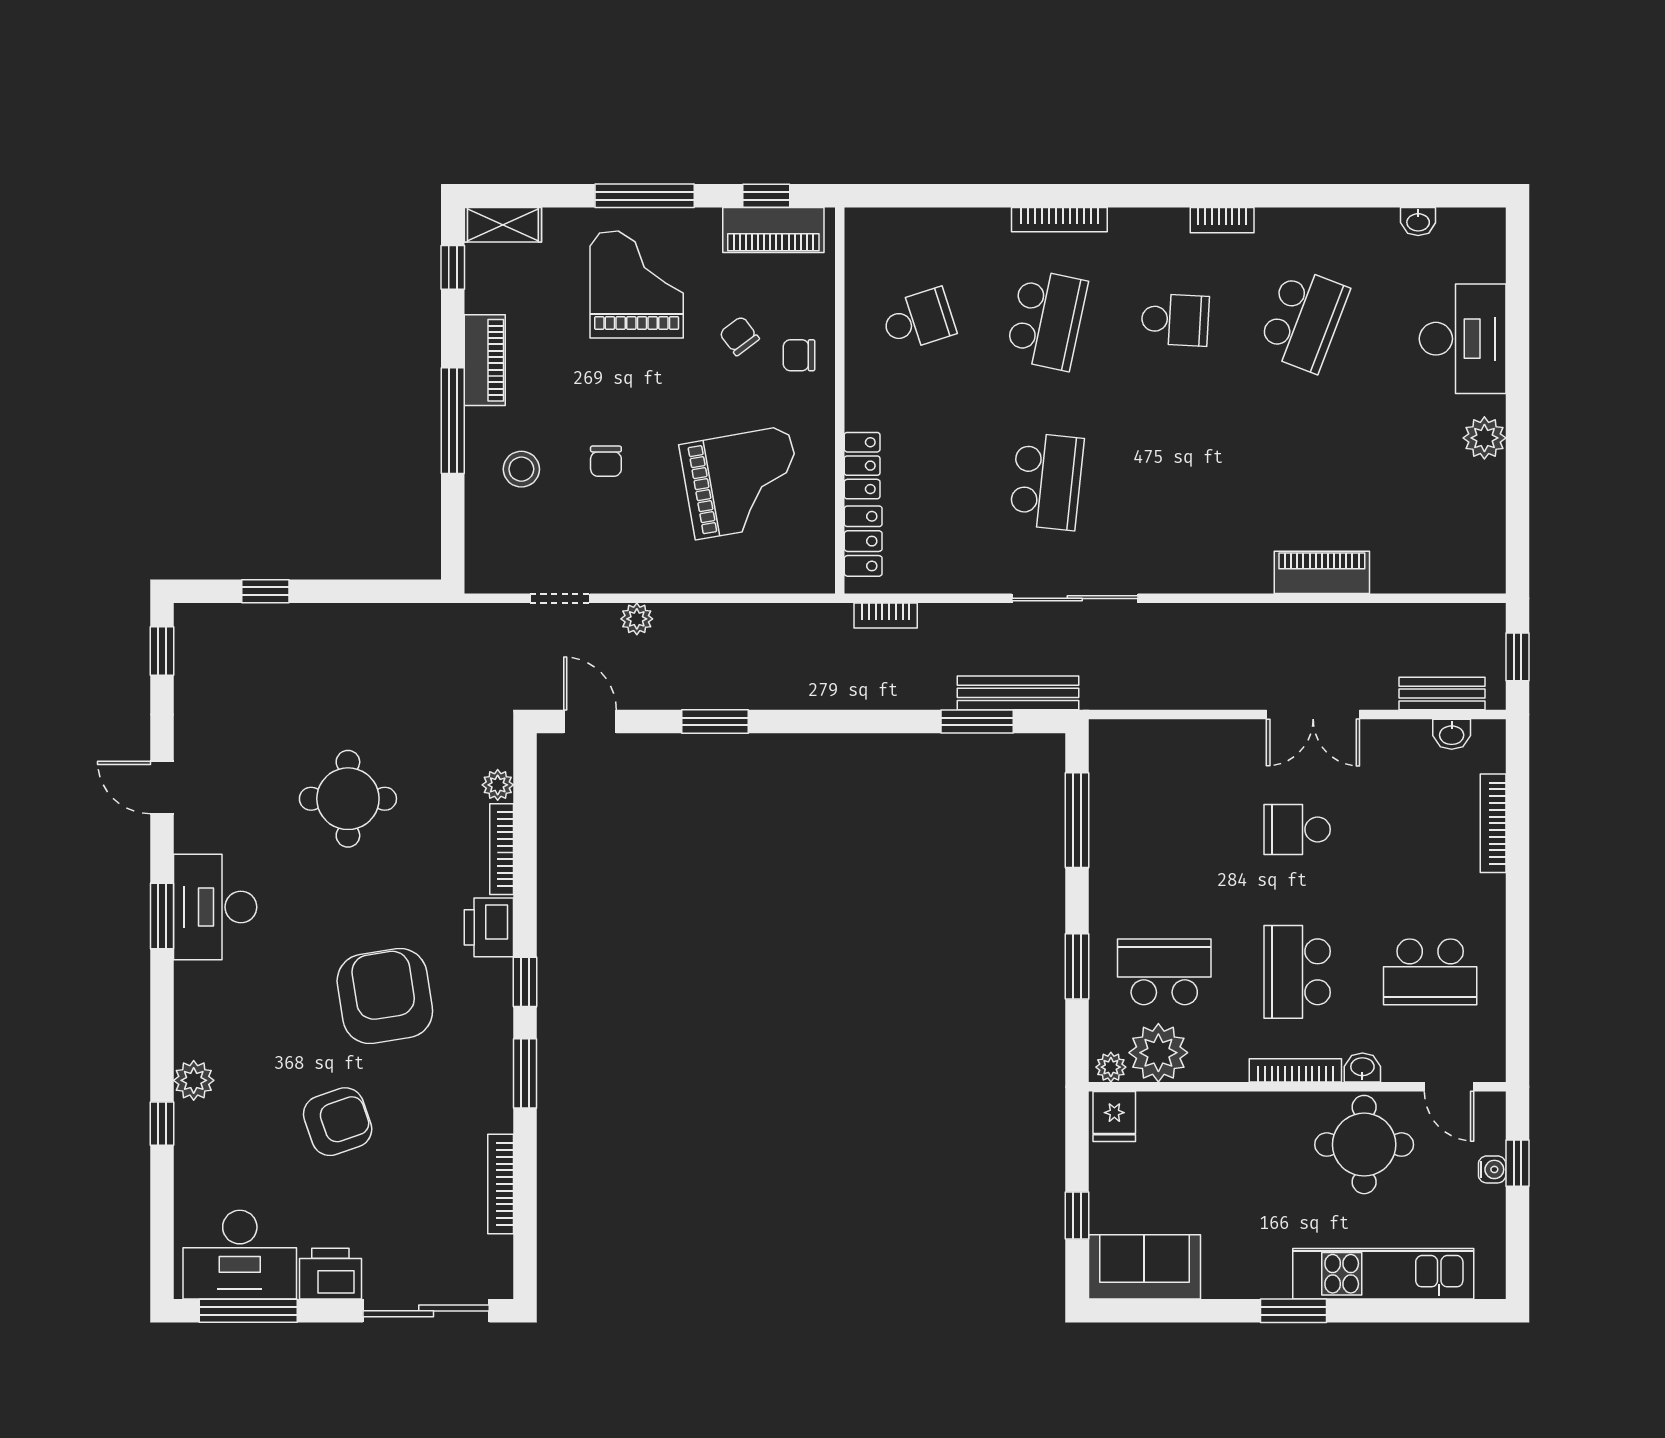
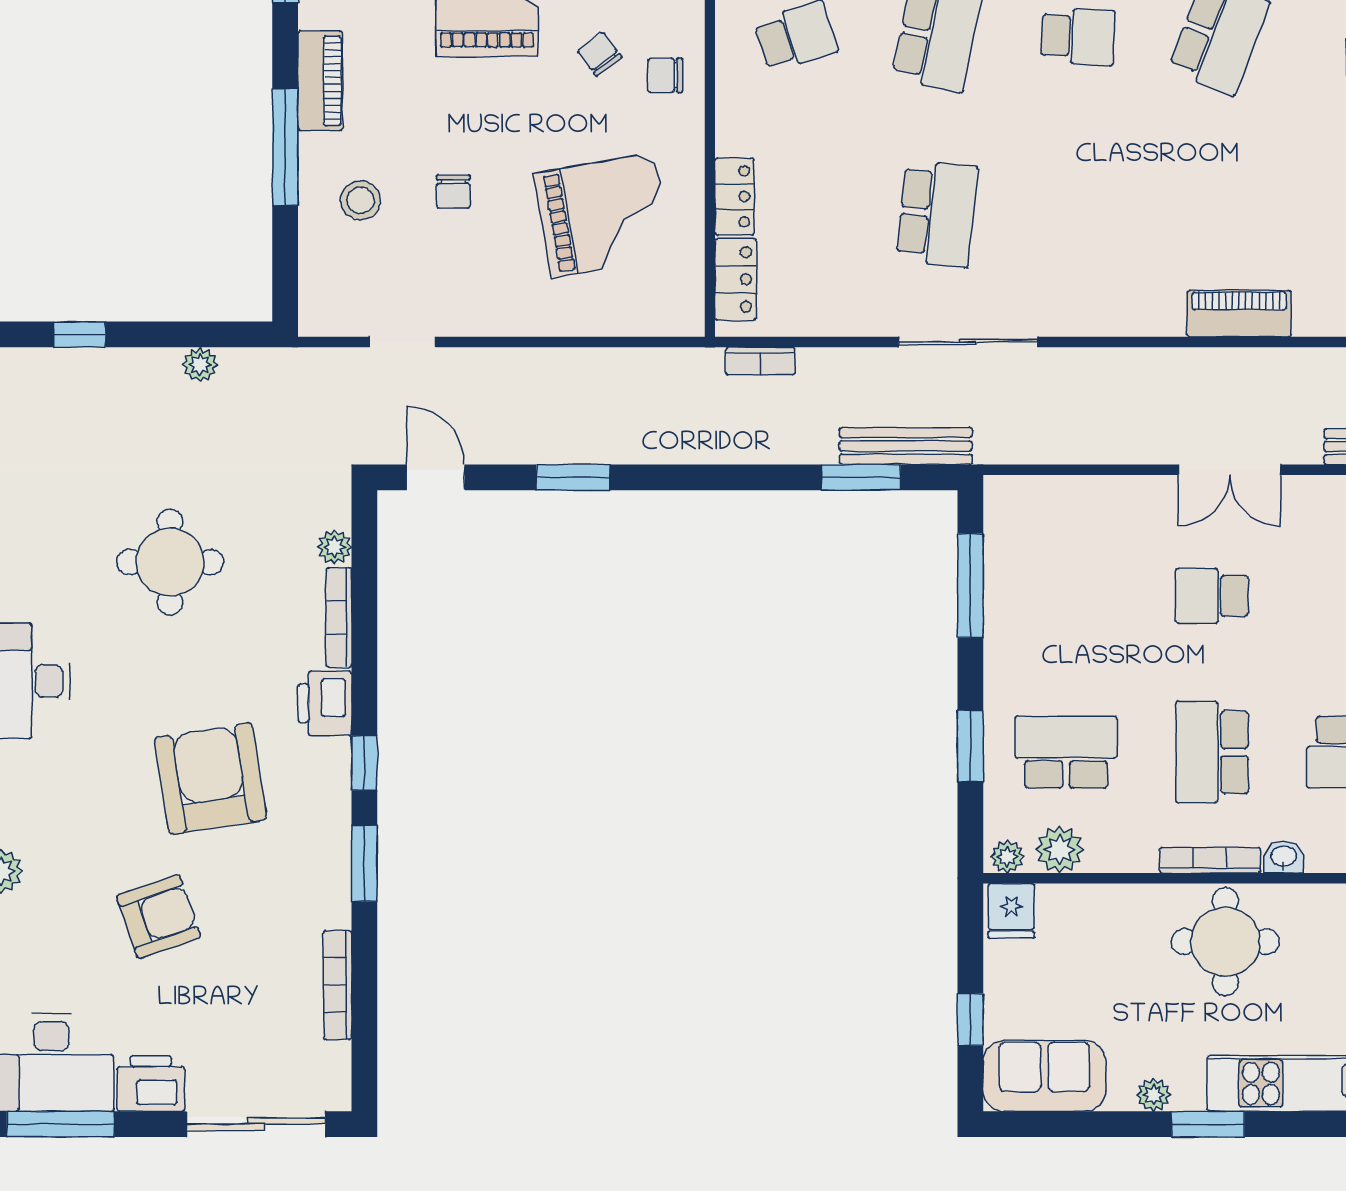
plant: (637, 619) -> (200, 365), moved
plant: (1158, 1053) -> (1060, 849), width x0.73, depth x0.73
round table: (1364, 1145) -> (1225, 942), moved
plant: (1244, 1284) -> (1154, 1095), added

